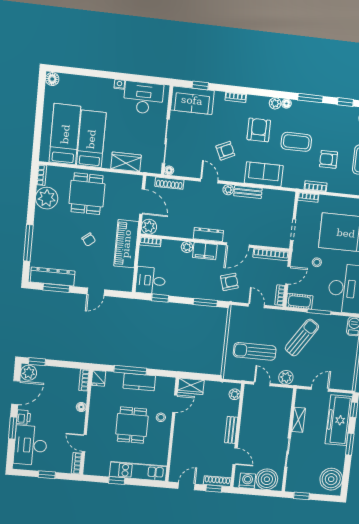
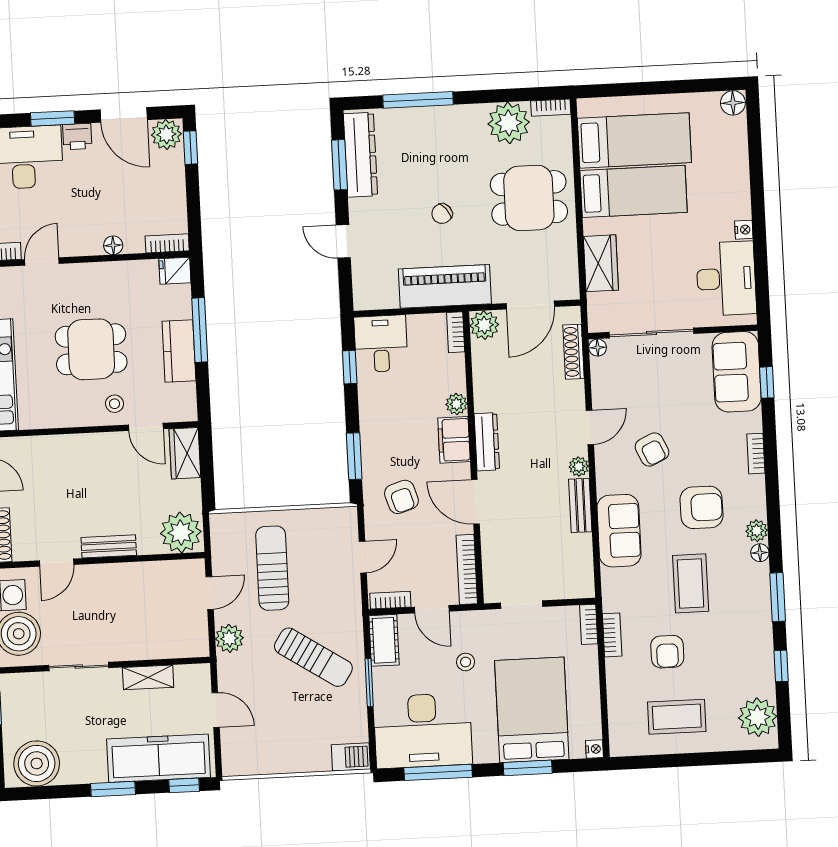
armchair: (329, 159) -> (667, 652), turned 180
plant: (235, 394) -> (181, 532), width x1.88, depth x1.88

